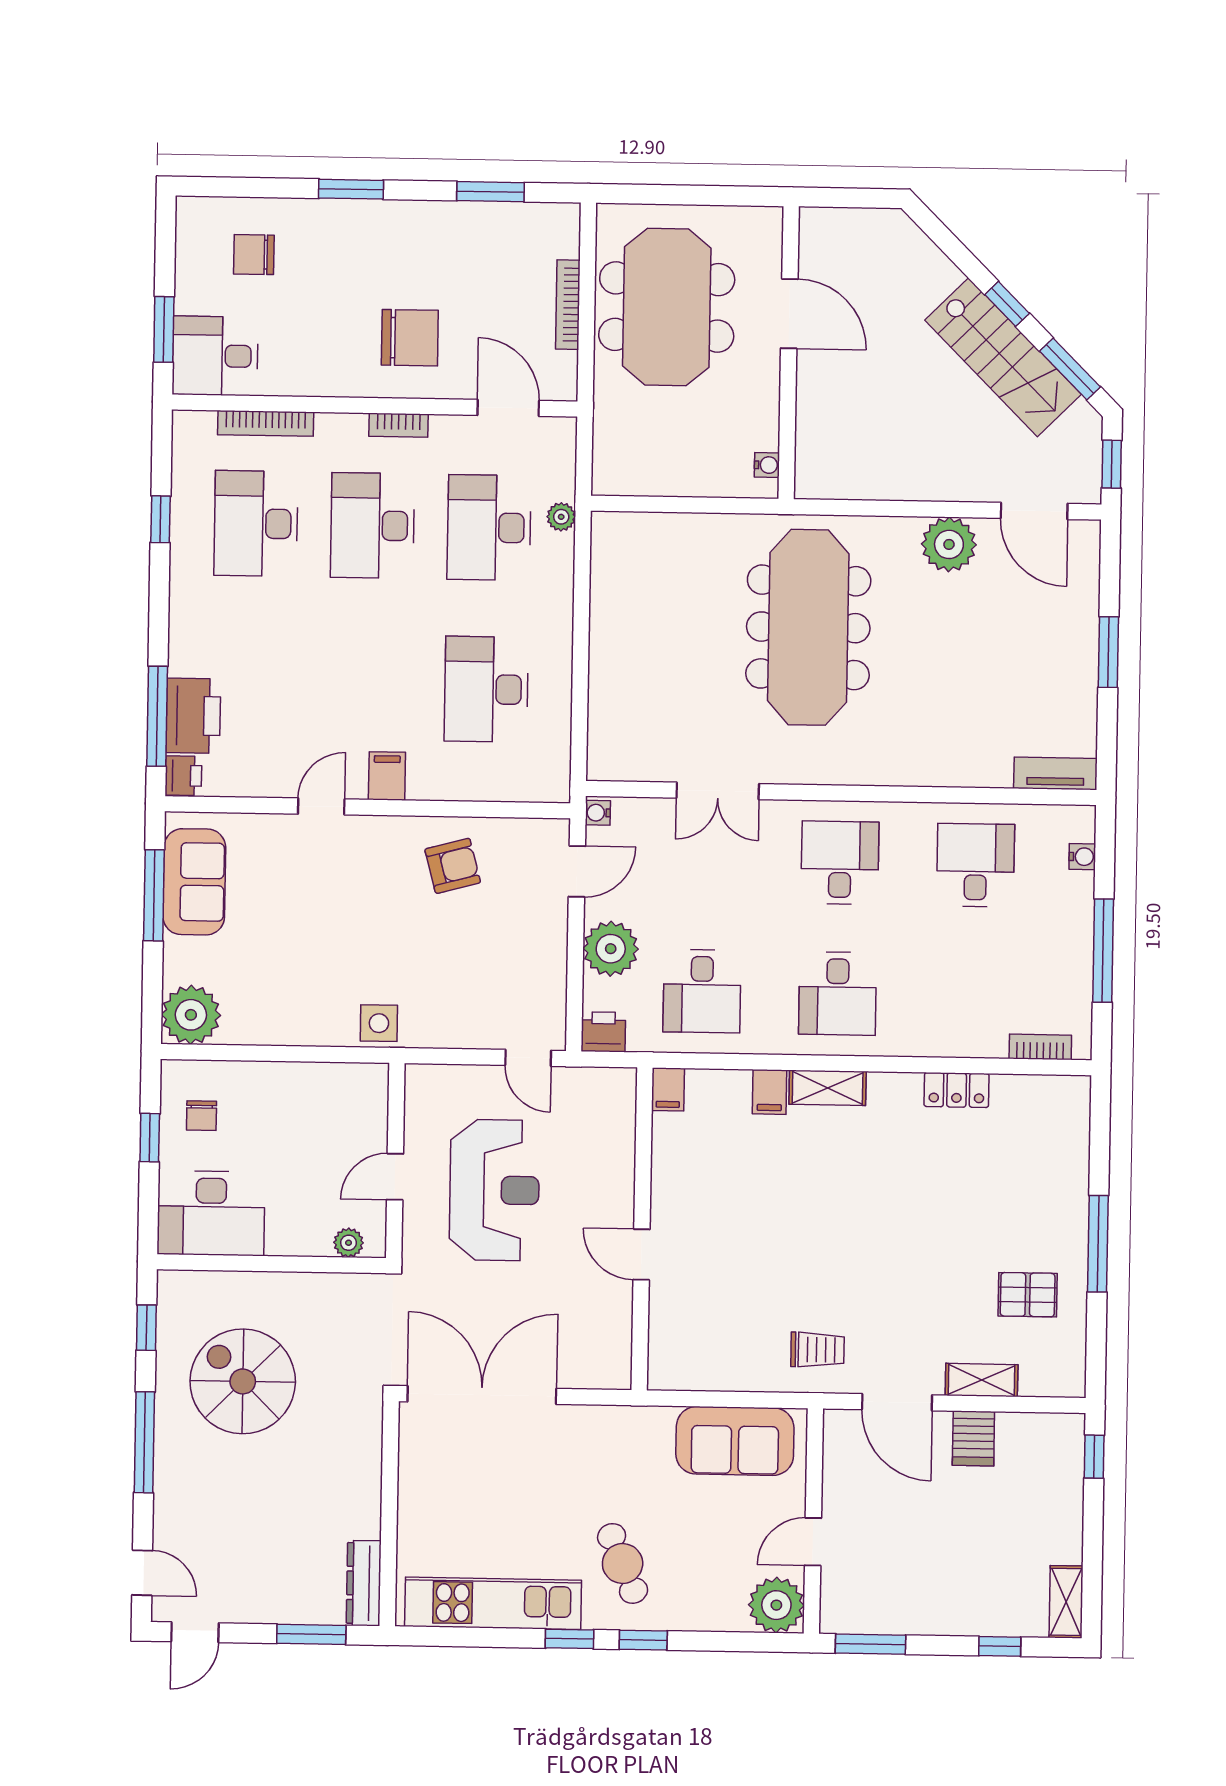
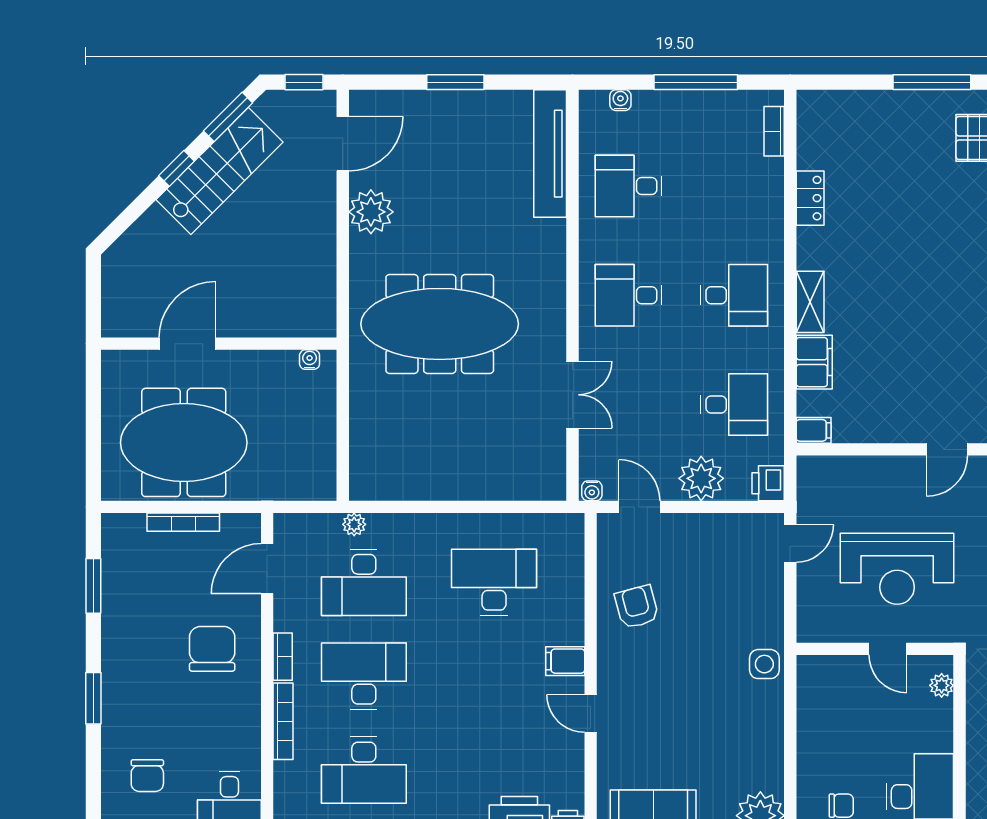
bookcase: (266, 423) -> (283, 721), moved
desk: (373, 526) -> (364, 676), turned 180
desk: (486, 689) -> (494, 582), turned 180
tv unit: (1055, 773) -> (550, 154), width x1.92, depth x1.29
filing cabinet: (770, 1092) -> (814, 362), width x2.00
reception desk: (494, 1190) -> (897, 569), turned 180

